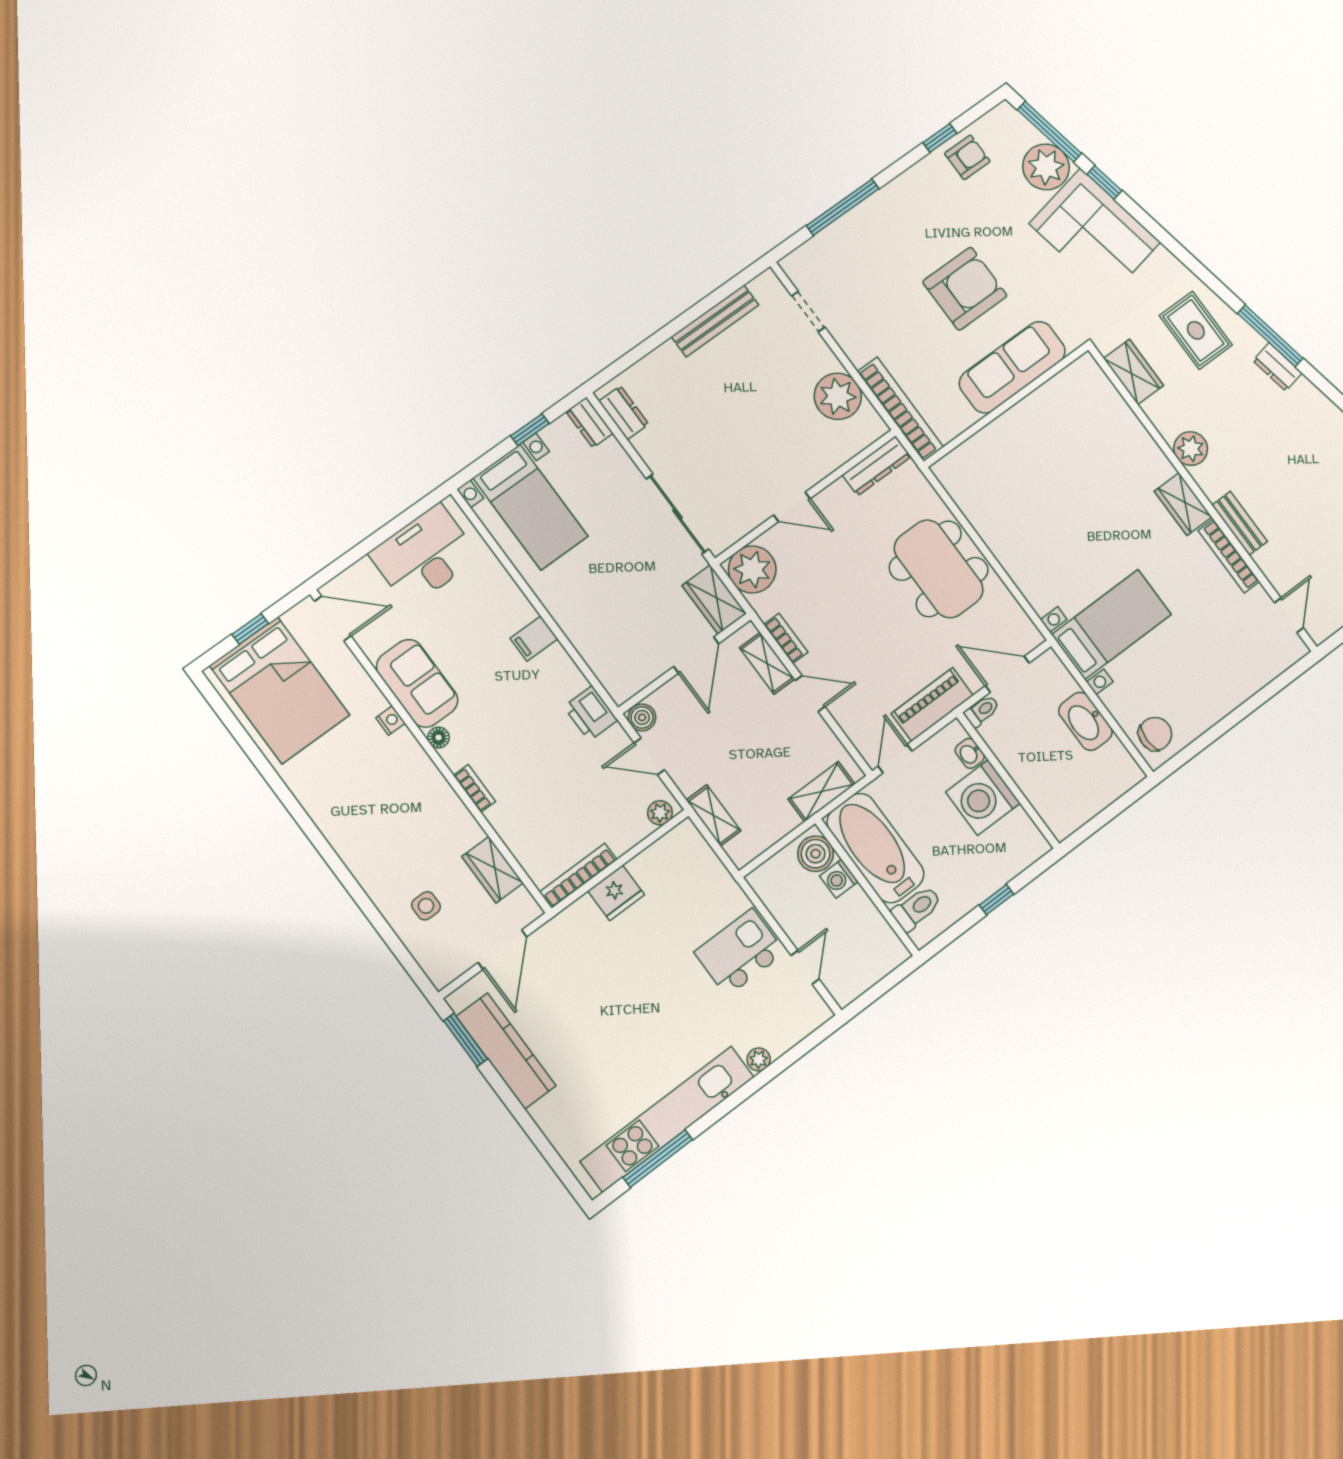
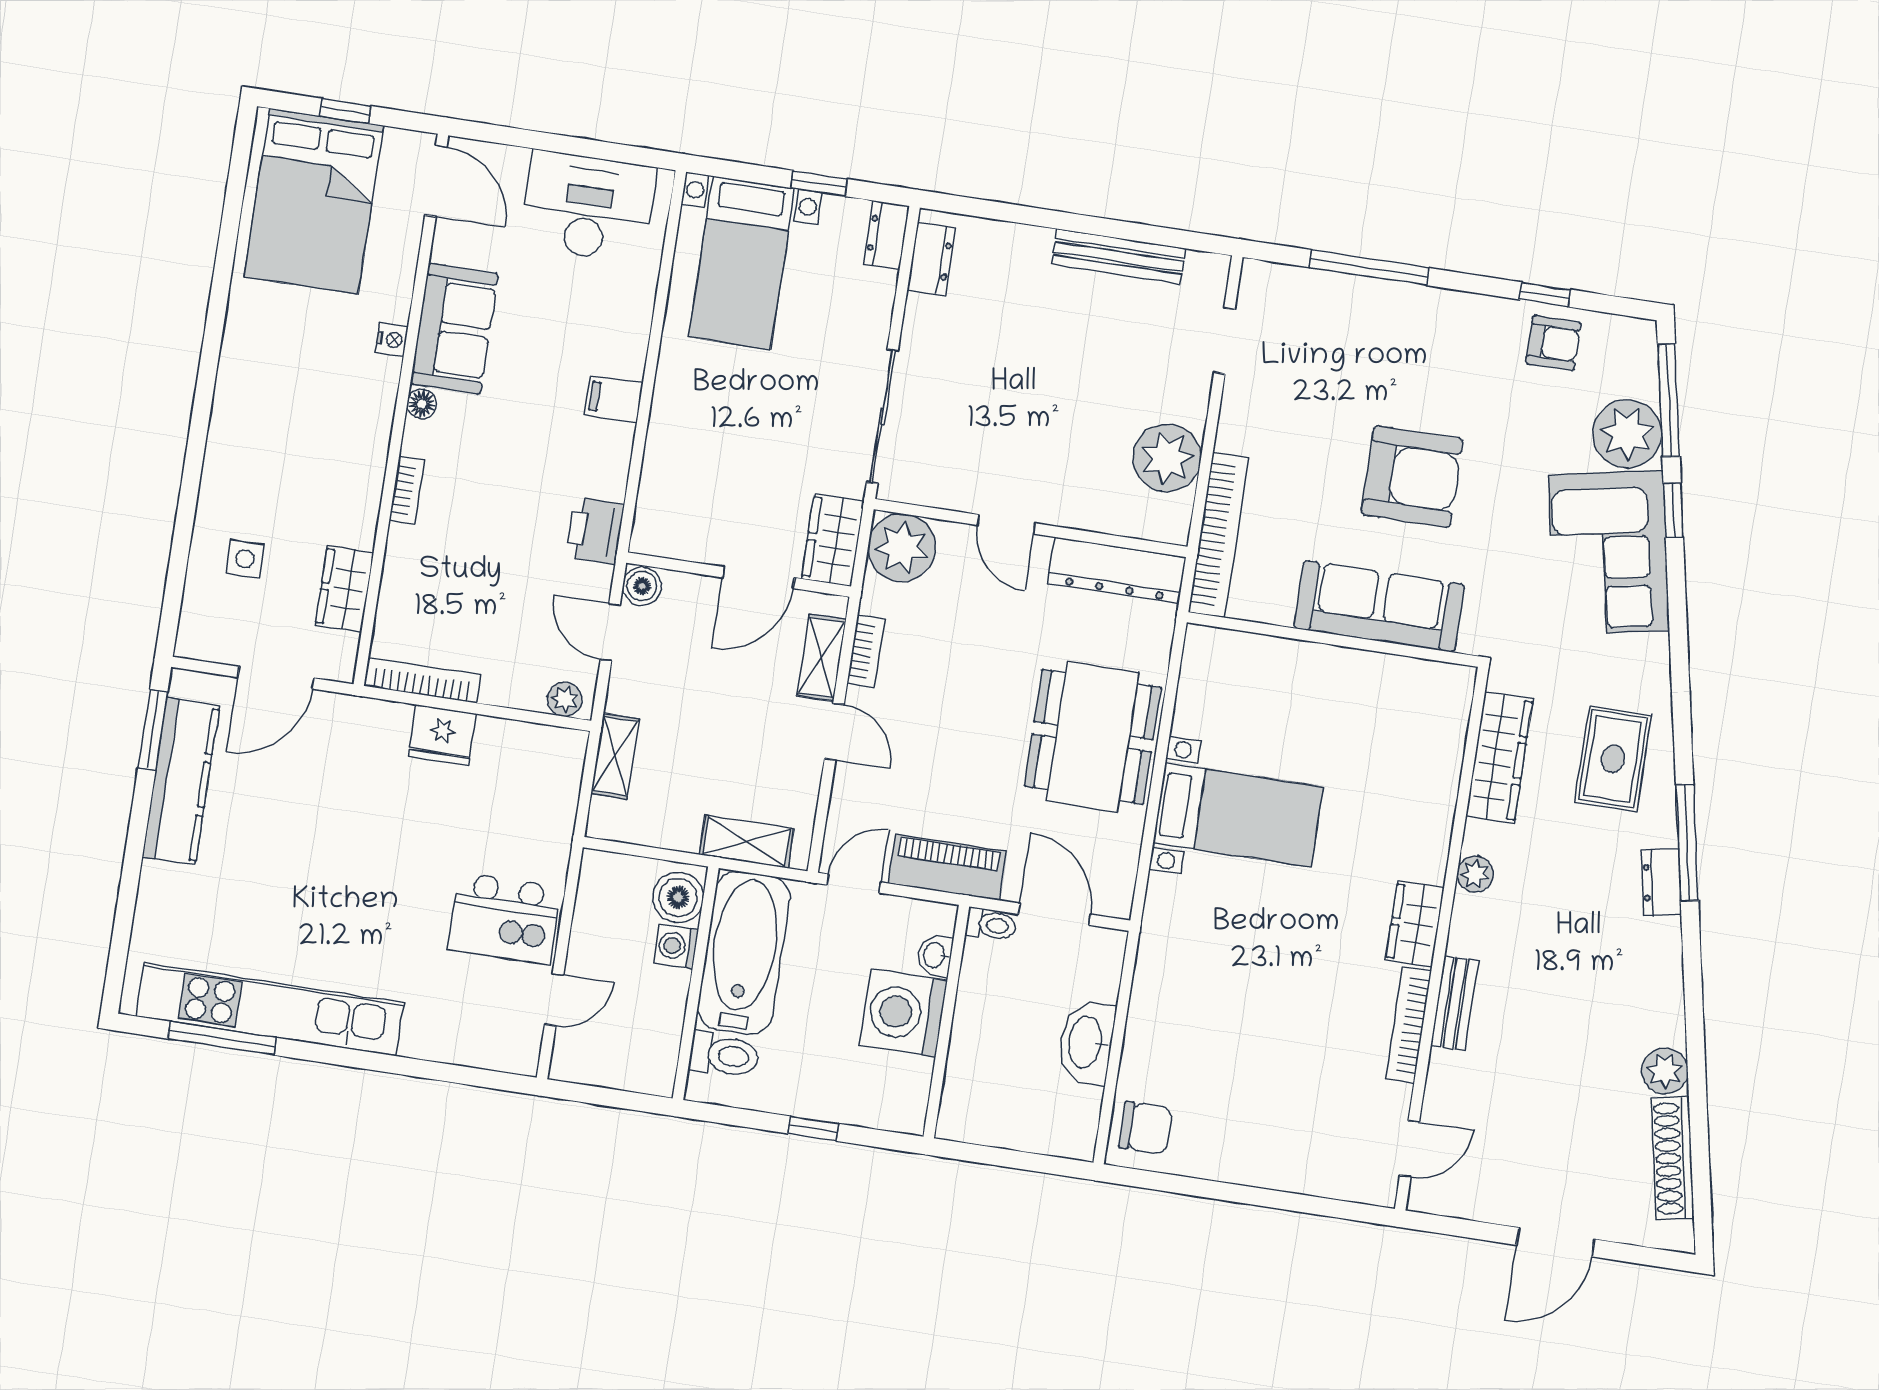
wardrobe: (1134, 372) -> (1499, 757), width x1.50
plant: (1191, 449) -> (1475, 874), width x0.73, depth x0.73
dresser: (877, 466) -> (1117, 570), width x1.37, depth x1.24
bed with nightstands: (1112, 624) -> (1238, 815), moved
kitchen island: (740, 952) -> (504, 918), turned 180
plant: (759, 1059) -> (417, 1043), removed

